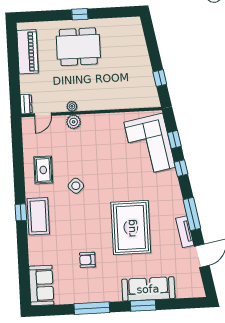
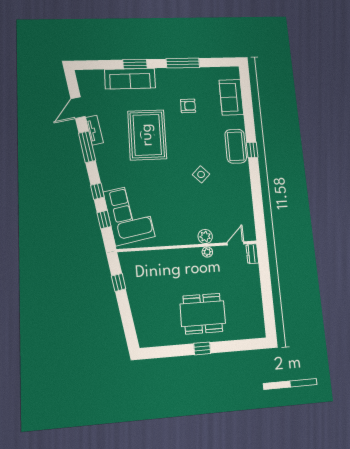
piano: (28, 52) -> (254, 307), removed
rug: (43, 170) -> (233, 190), removed
sofa: (41, 286) -> (231, 97), moved

